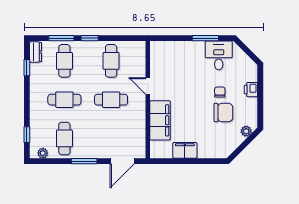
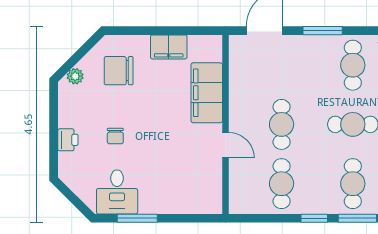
cafe table: (111, 100) -> (282, 124), turned 90
chair: (223, 113) -> (119, 71), moved

